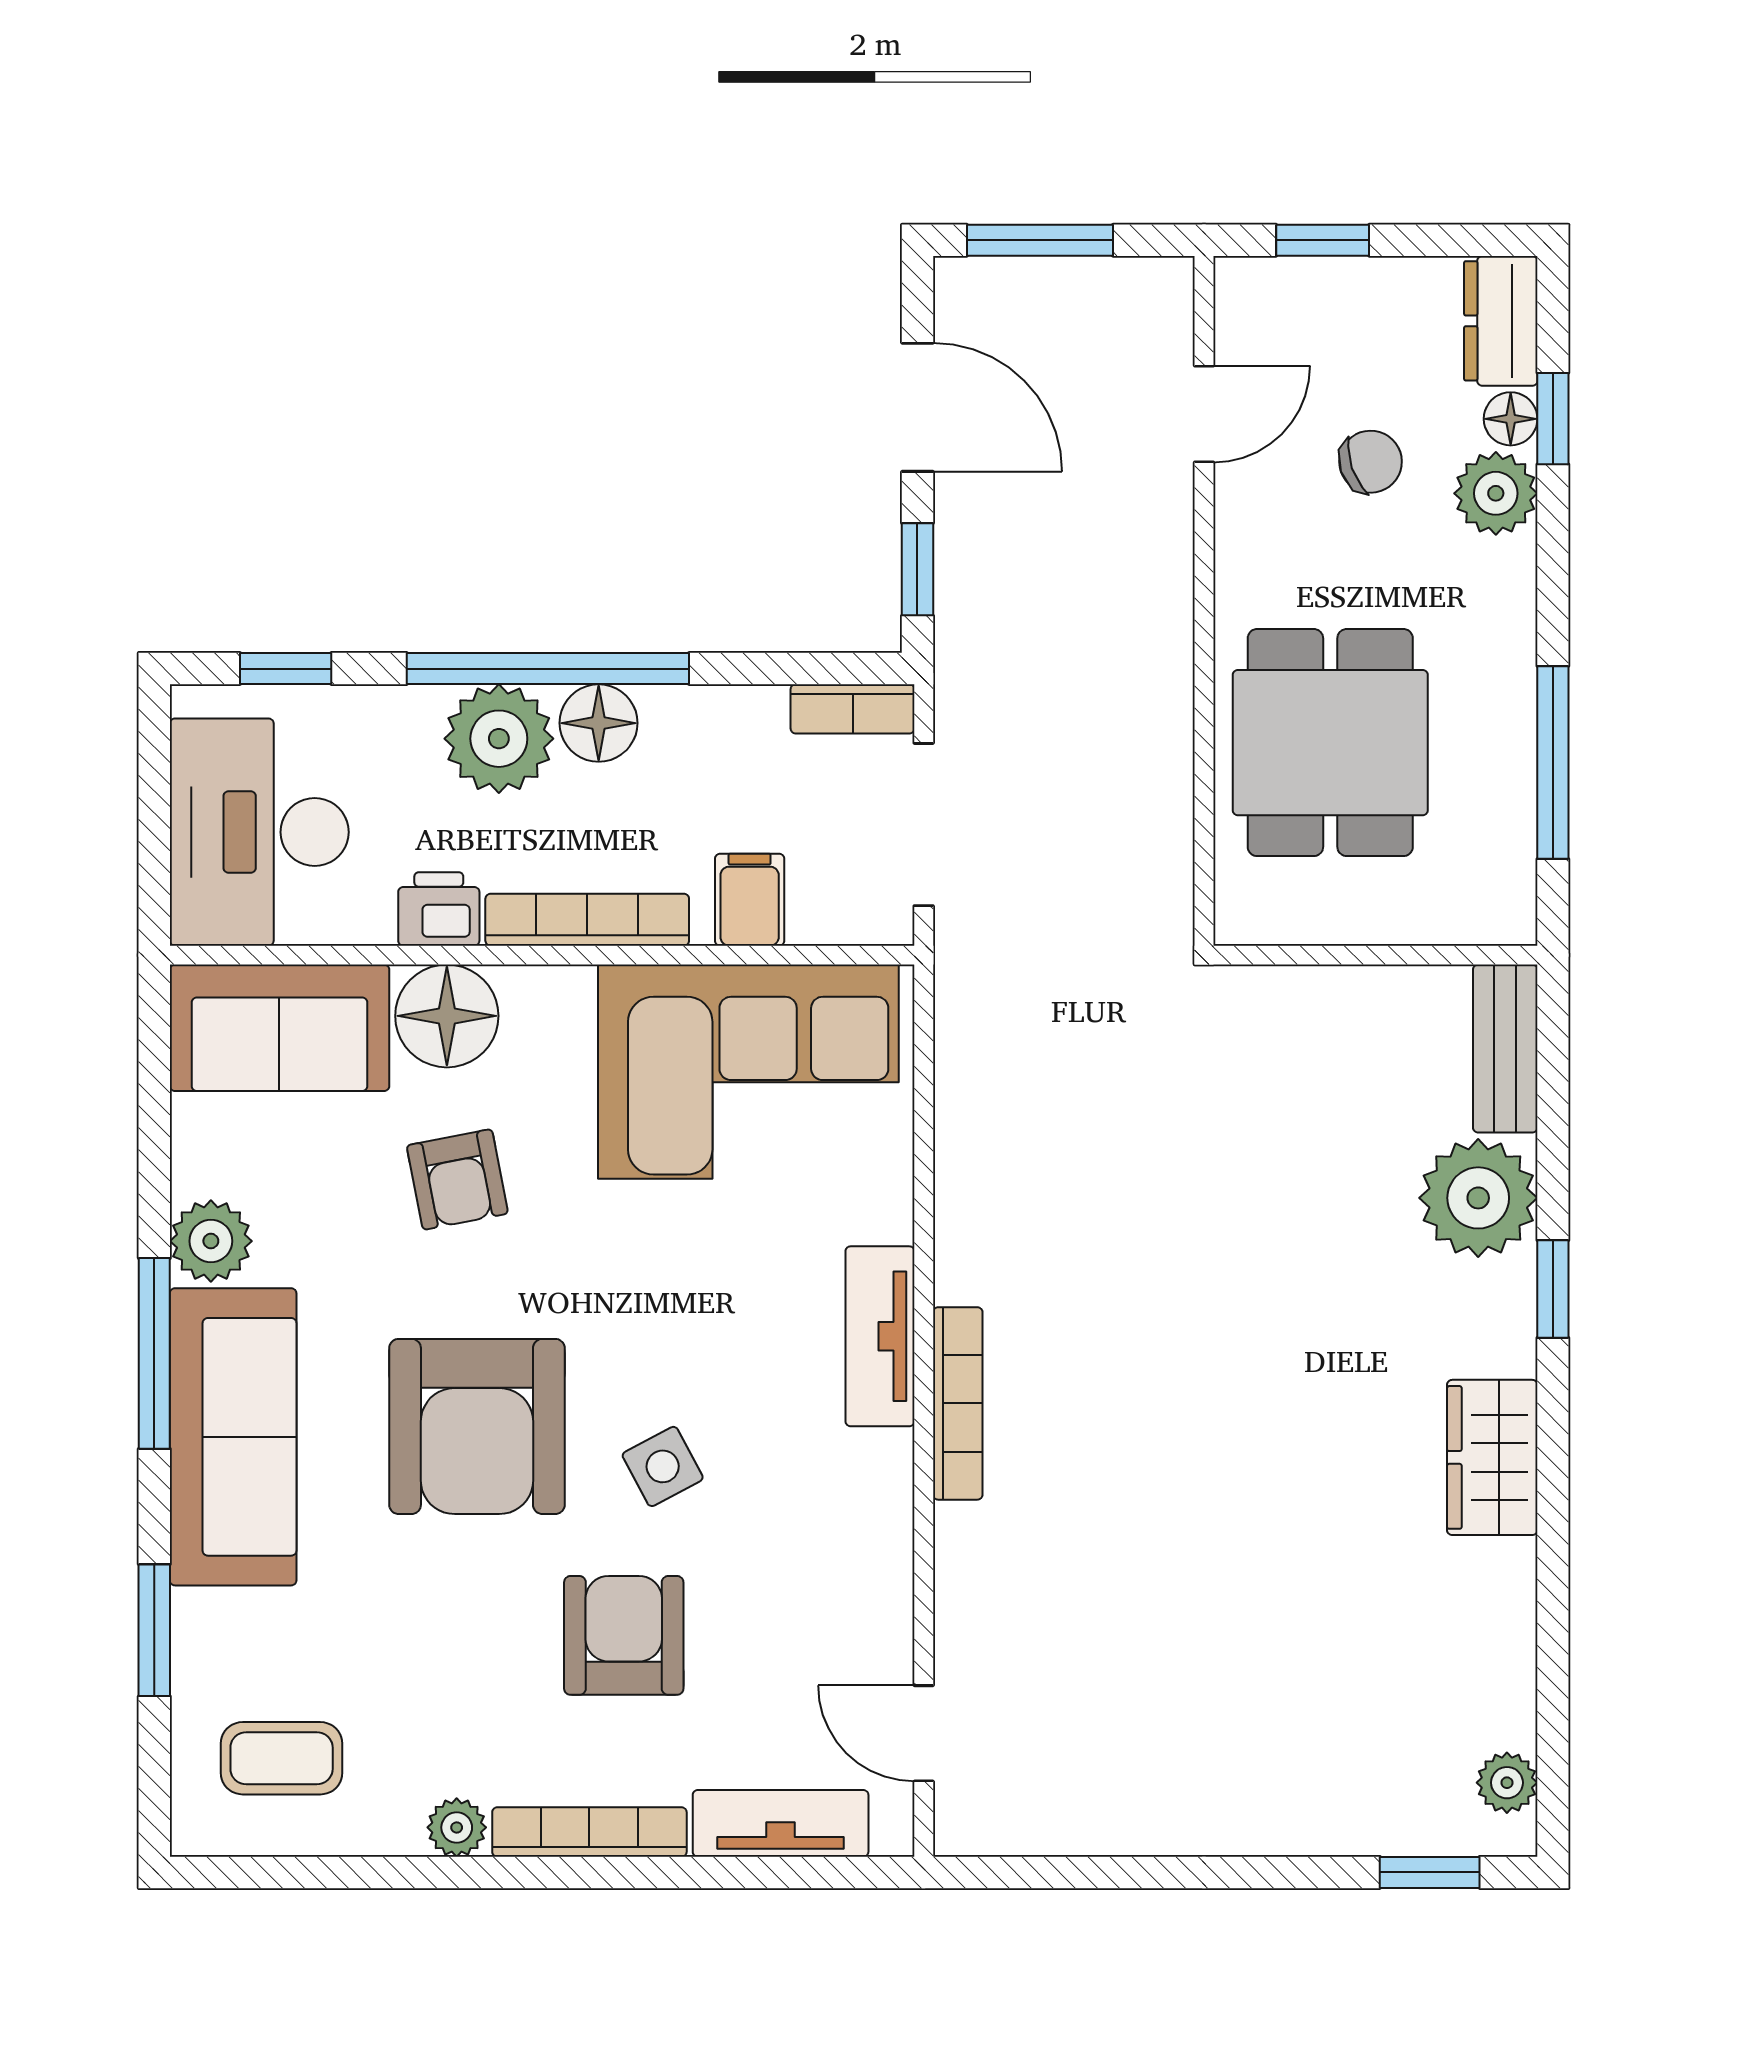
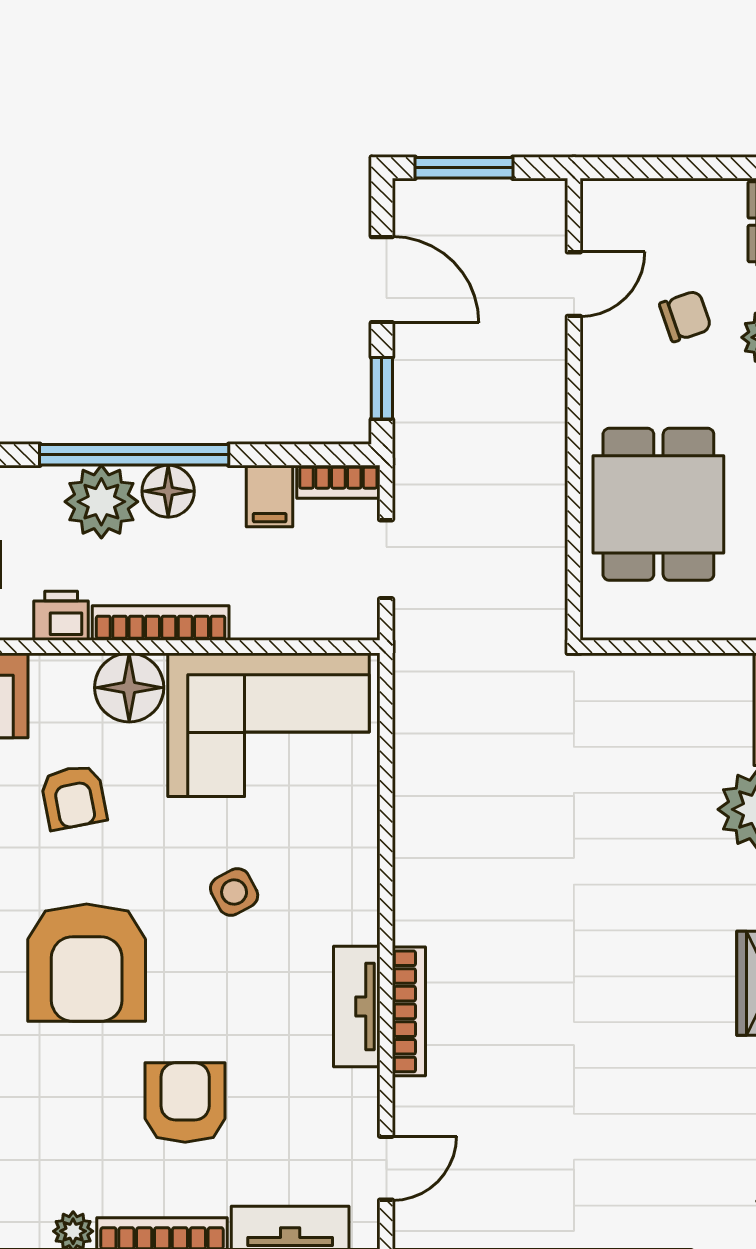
window: (1323, 240) -> (653, 168), removed
doorway: (924, 825) -> (386, 559), width x0.73
filing cabinet: (750, 900) -> (270, 496), moved, turned 180
floor lamp: (447, 1016) -> (129, 688), moved
tv unit: (880, 1336) -> (357, 1007), moved
bookcase: (958, 1403) -> (409, 1011), moved
side table: (663, 1466) -> (234, 892), moved
door: (924, 1733) -> (386, 1168), swing flipped

